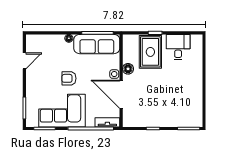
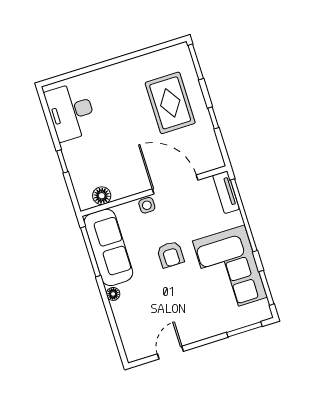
desk: (178, 47) -> (71, 112), width x1.37
rug: (150, 52) -> (170, 103), moved, turned 90
door: (24, 61) -> (170, 353), hinge flipped
floor lamp: (128, 69) -> (102, 196), moved
armchair: (69, 78) -> (171, 254), moved
door: (121, 94) -> (175, 185), swing flipped

